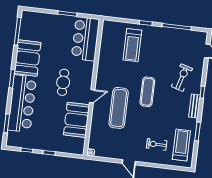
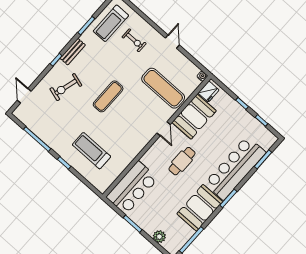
plant: (42, 18) -> (159, 237), added
treadmill: (132, 45) -> (91, 151), turned -90
door: (92, 96) -> (164, 129), swing flipped
exercise mat: (119, 108) -> (163, 88), moved, turned 90
fridge: (79, 145) -> (209, 91), added

